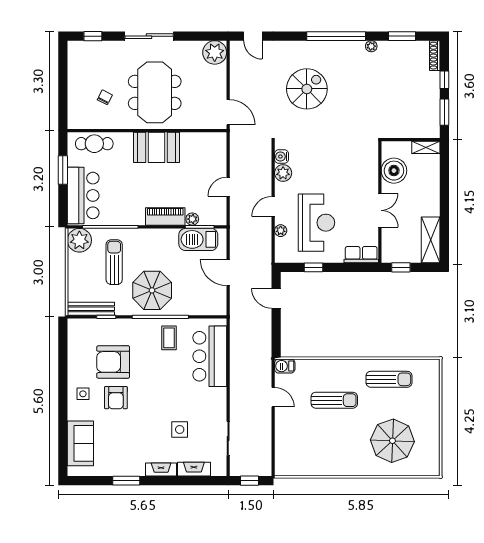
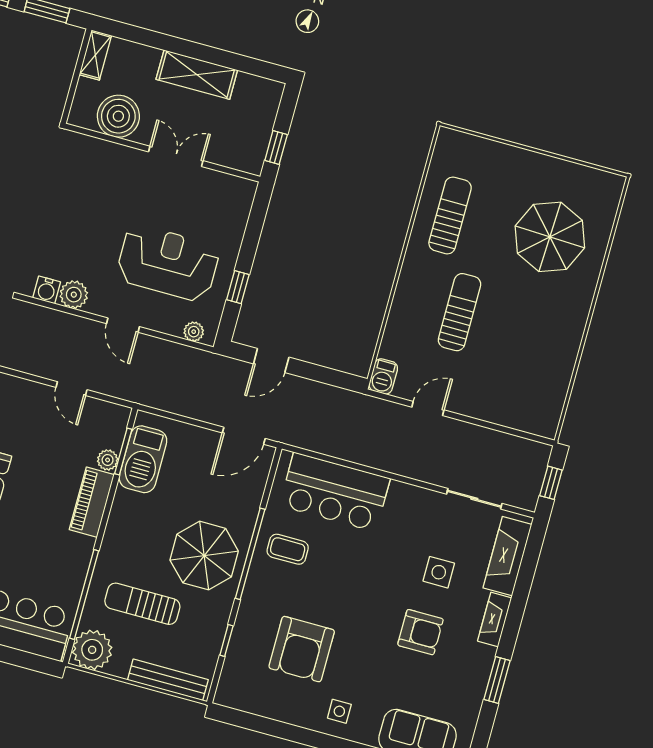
plant: (281, 231) -> (194, 332), moved
shelving: (431, 240) -> (197, 75), moved
row of seats: (361, 255) -> (238, 205), removed
door: (228, 273) -> (244, 436), moved
bench: (91, 309) -> (168, 680), moved, turned 90
armchair: (116, 398) -> (420, 632), moved
fireplace: (194, 469) -> (507, 556), width x1.37, depth x1.32

